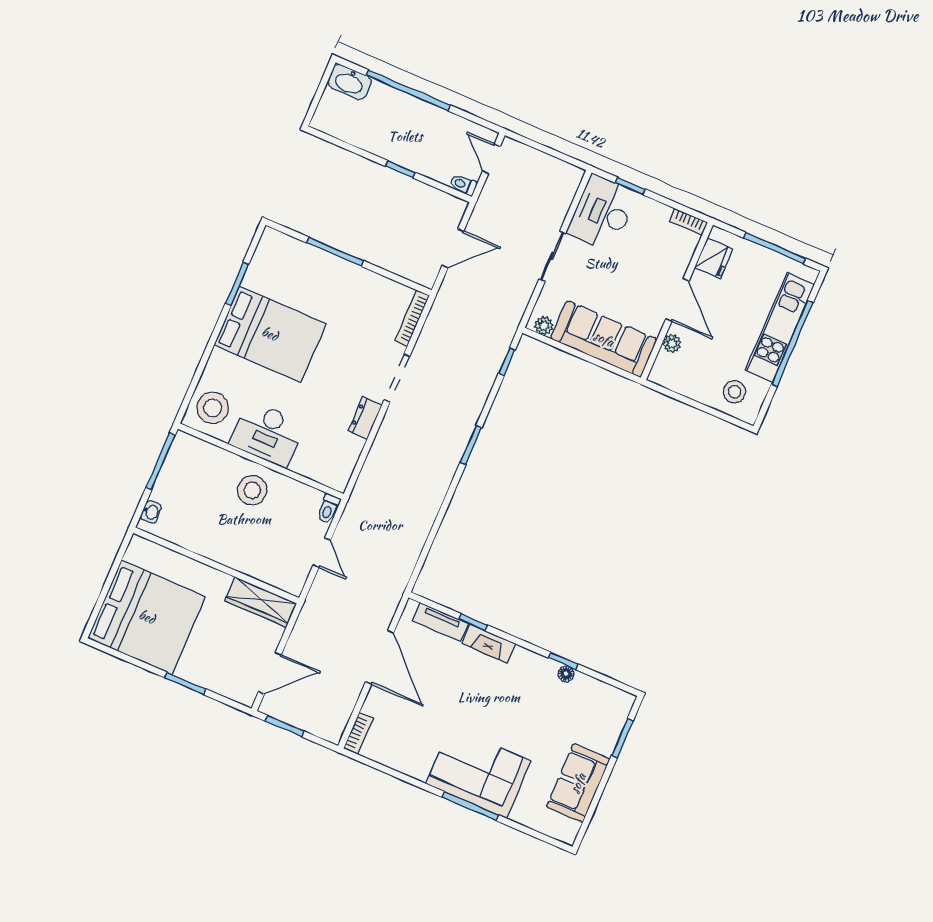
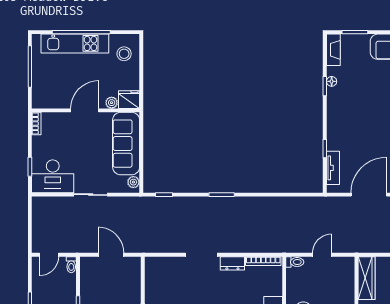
fridge: (714, 258) -> (129, 100), moved
bookcase: (412, 318) -> (263, 261), moved
fireplace: (489, 644) -> (333, 50), moved

